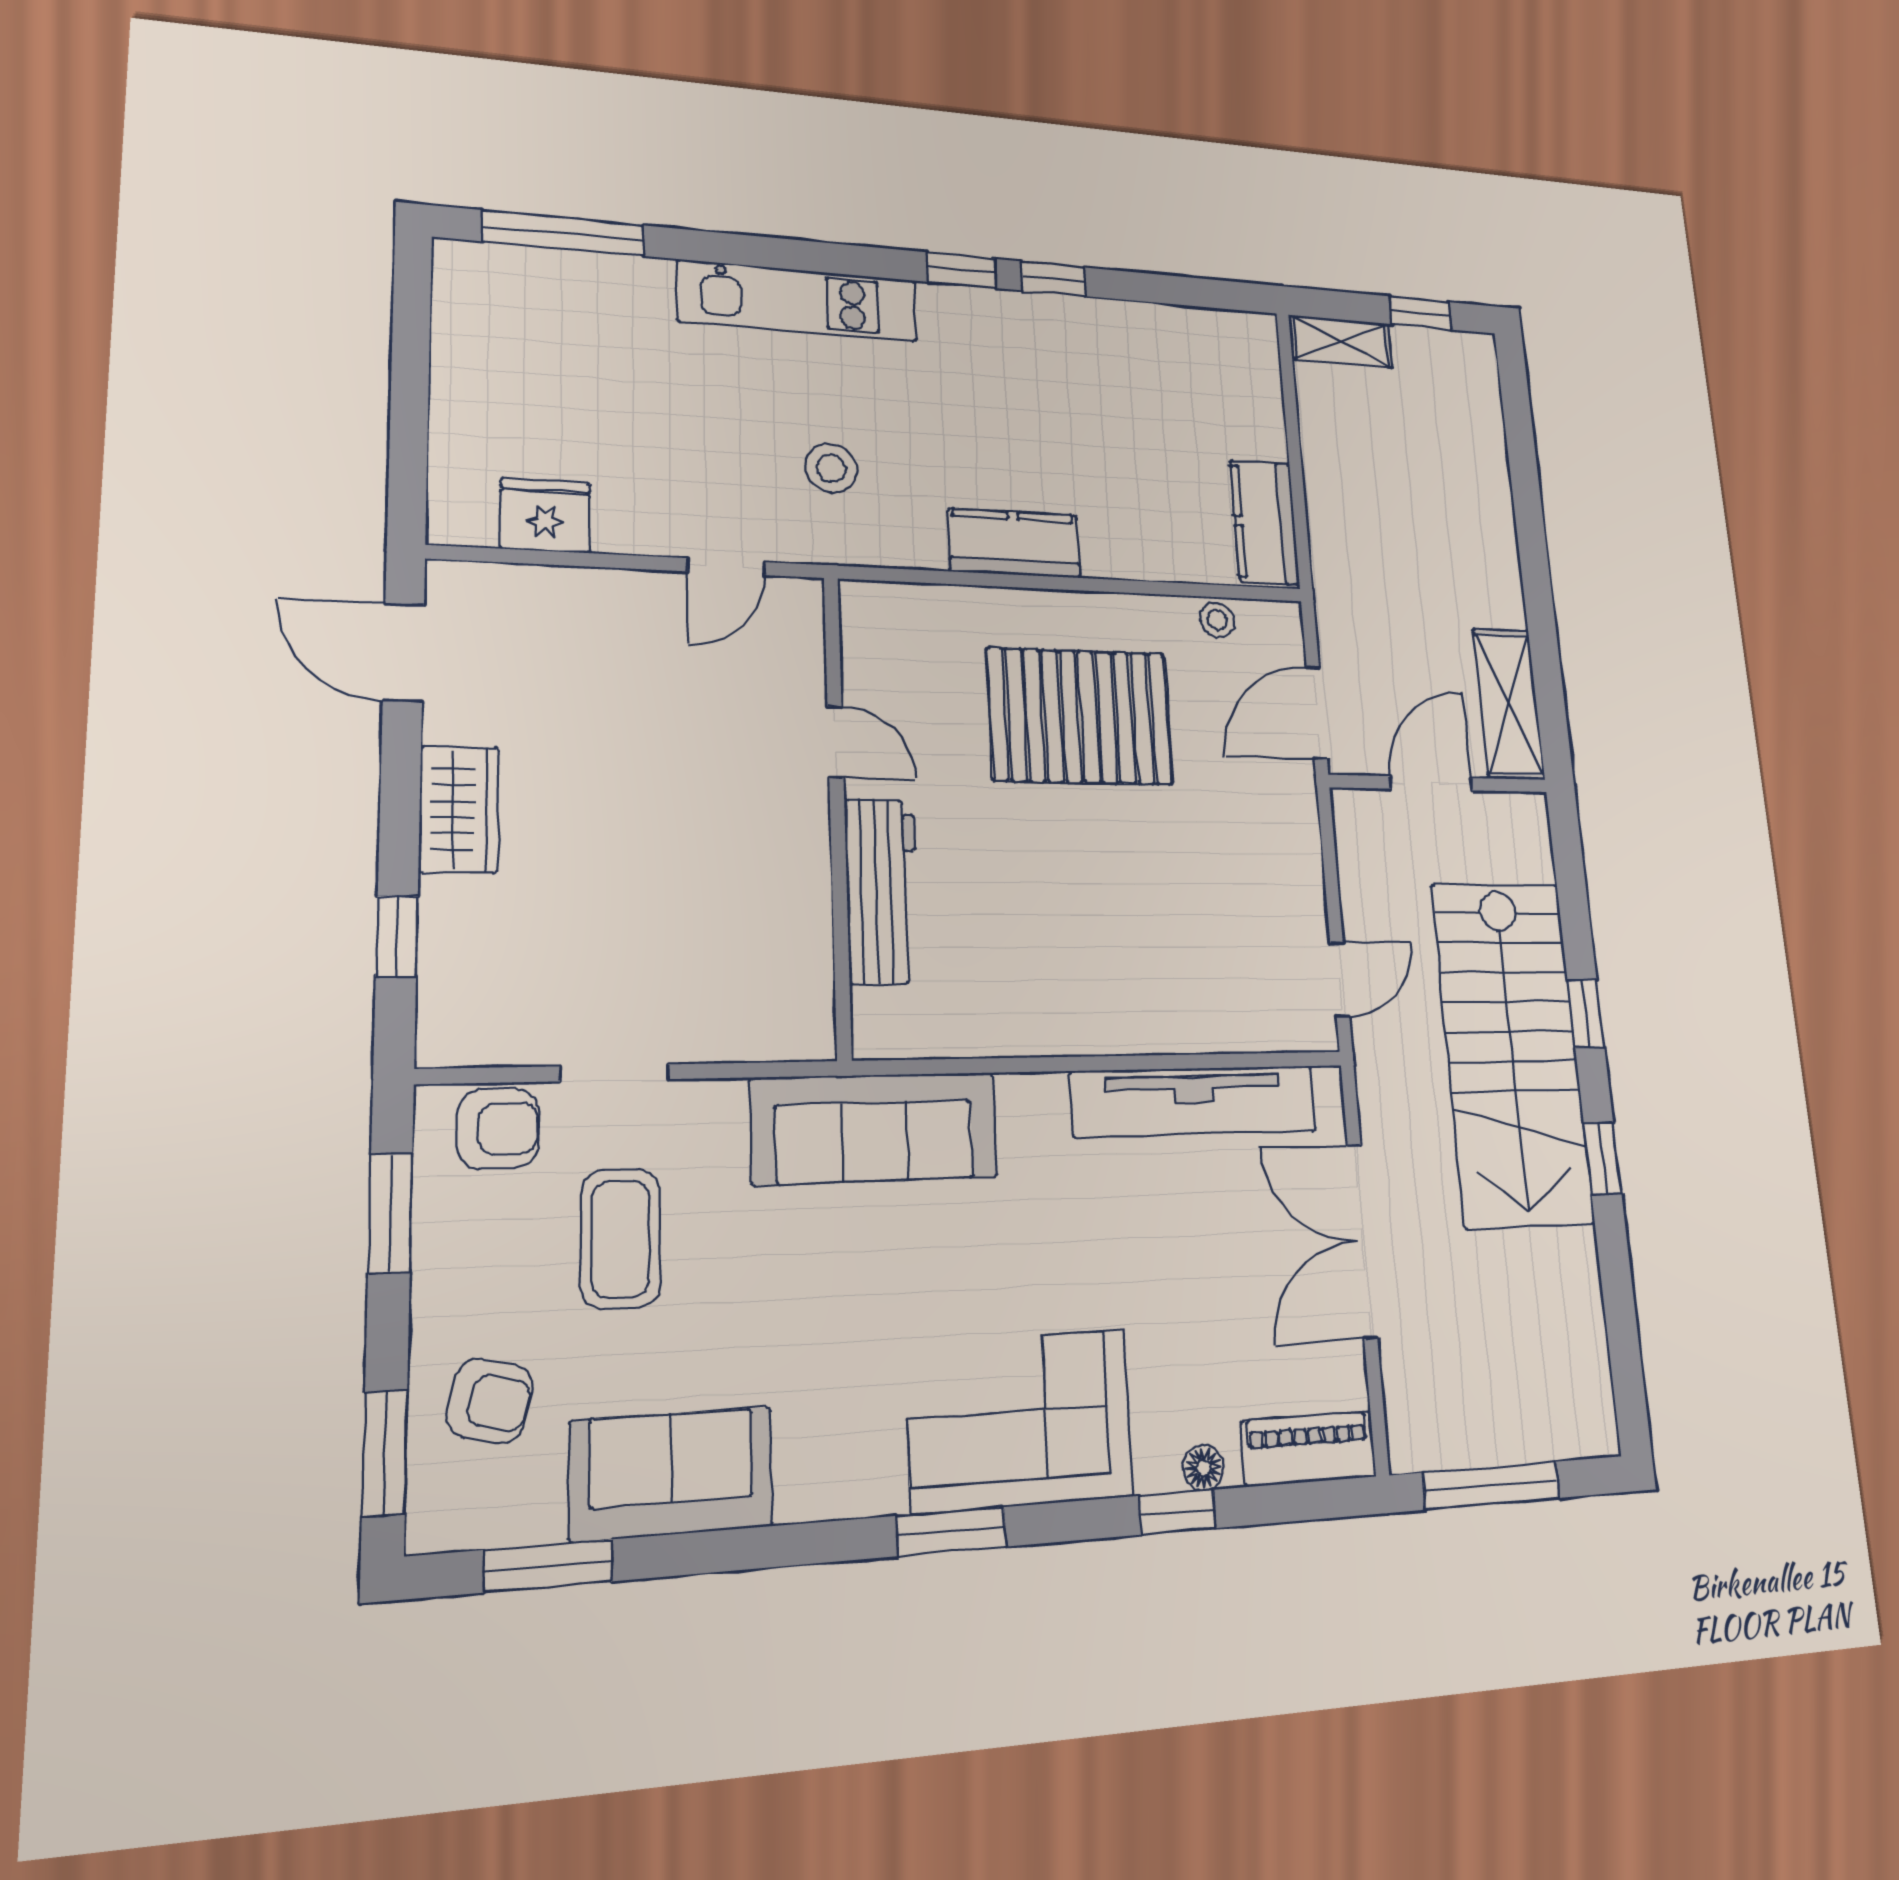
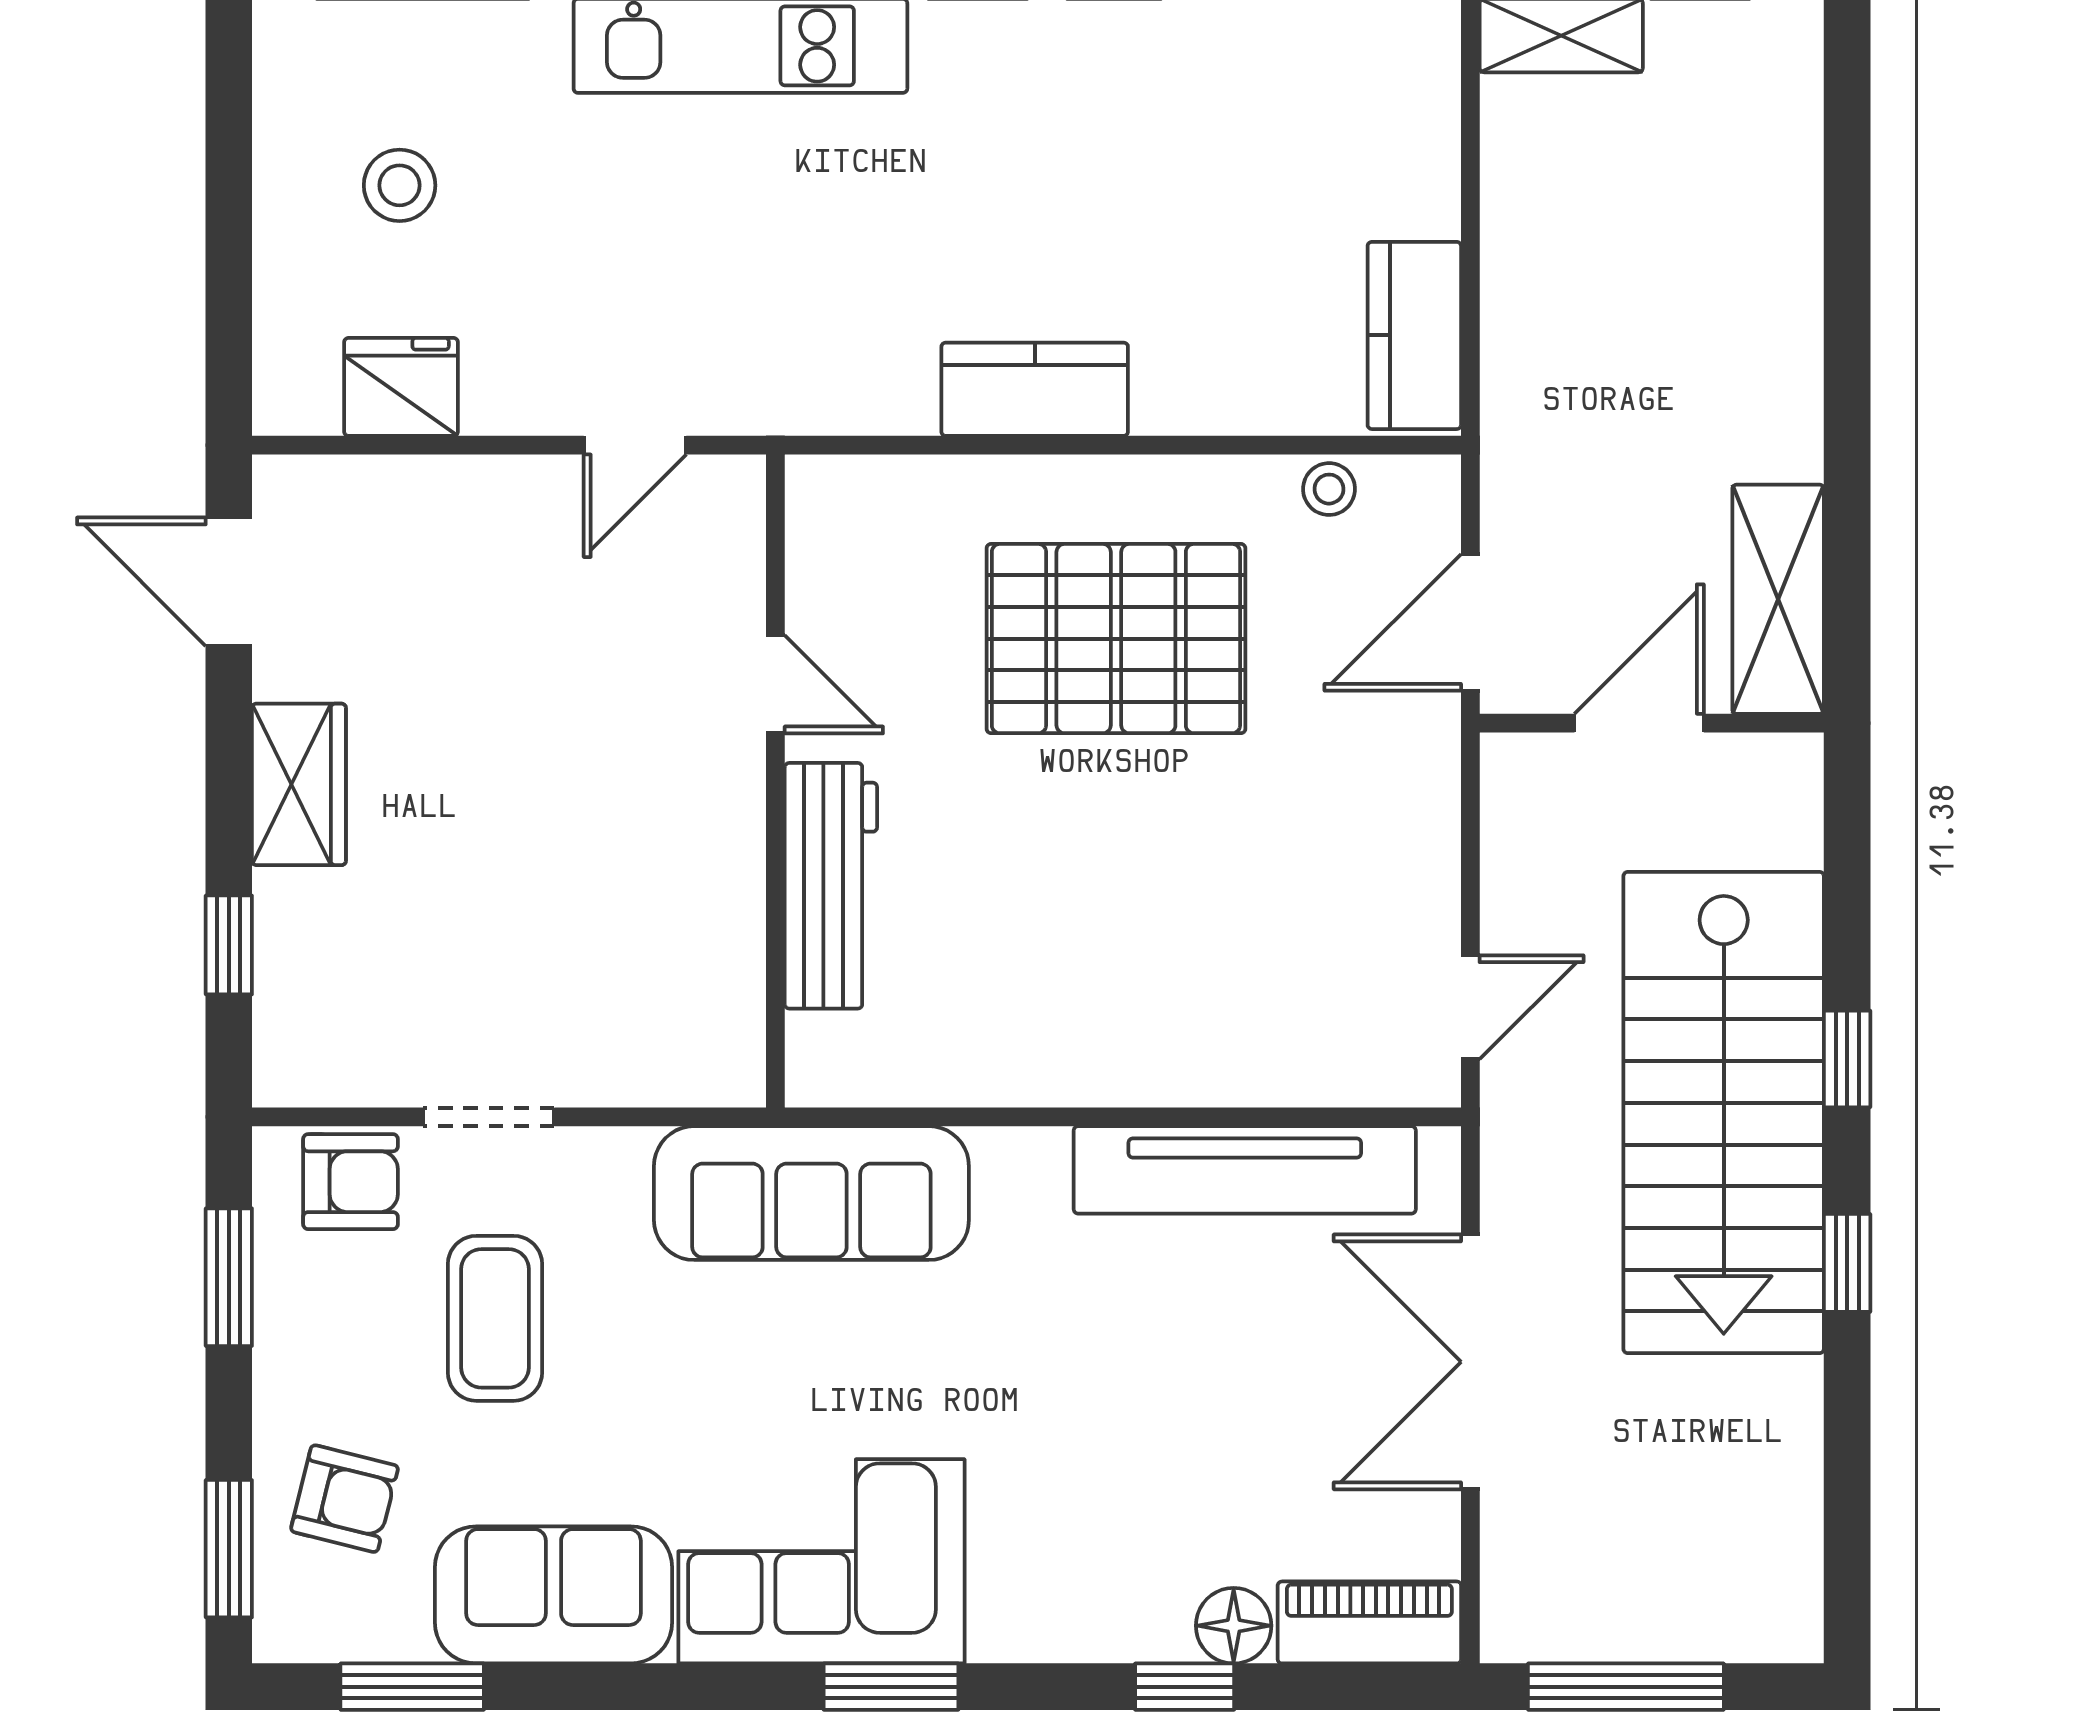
stool: (831, 468) -> (400, 185), moved
corner sofa: (1020, 1420) -> (821, 1561), moved
floor lamp: (1204, 1468) -> (1234, 1626), width x1.37, depth x1.37

